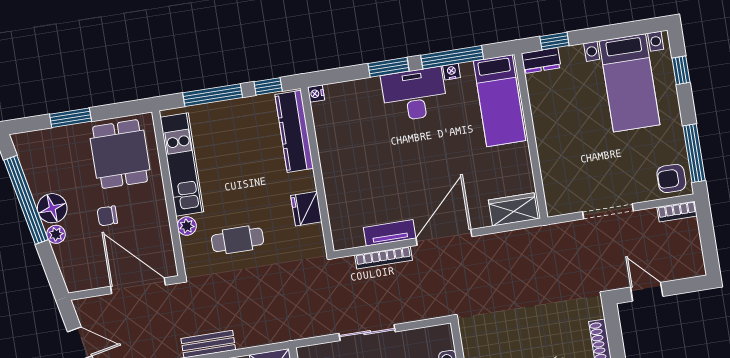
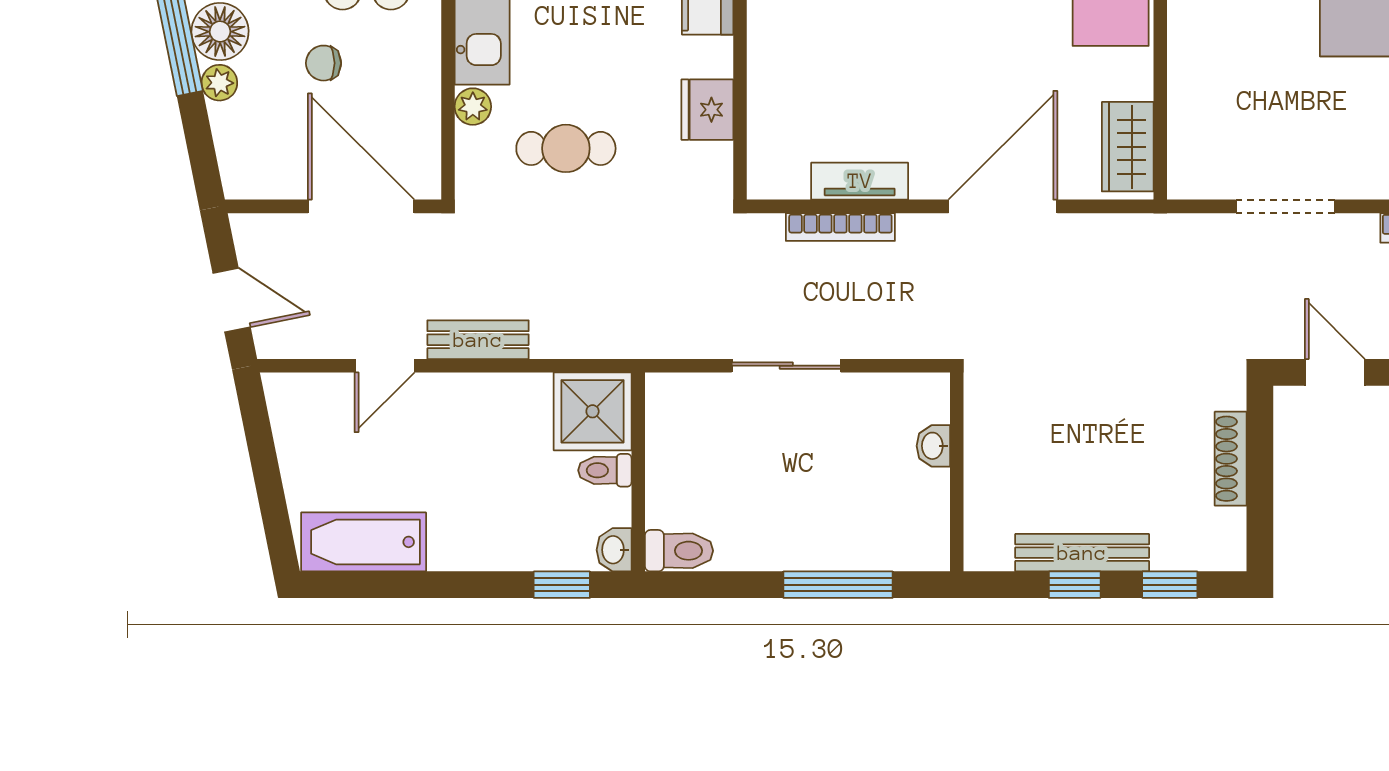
wardrobe: (513, 209) -> (1128, 147), moved, turned -90
door: (444, 237) -> (1003, 206), moved

